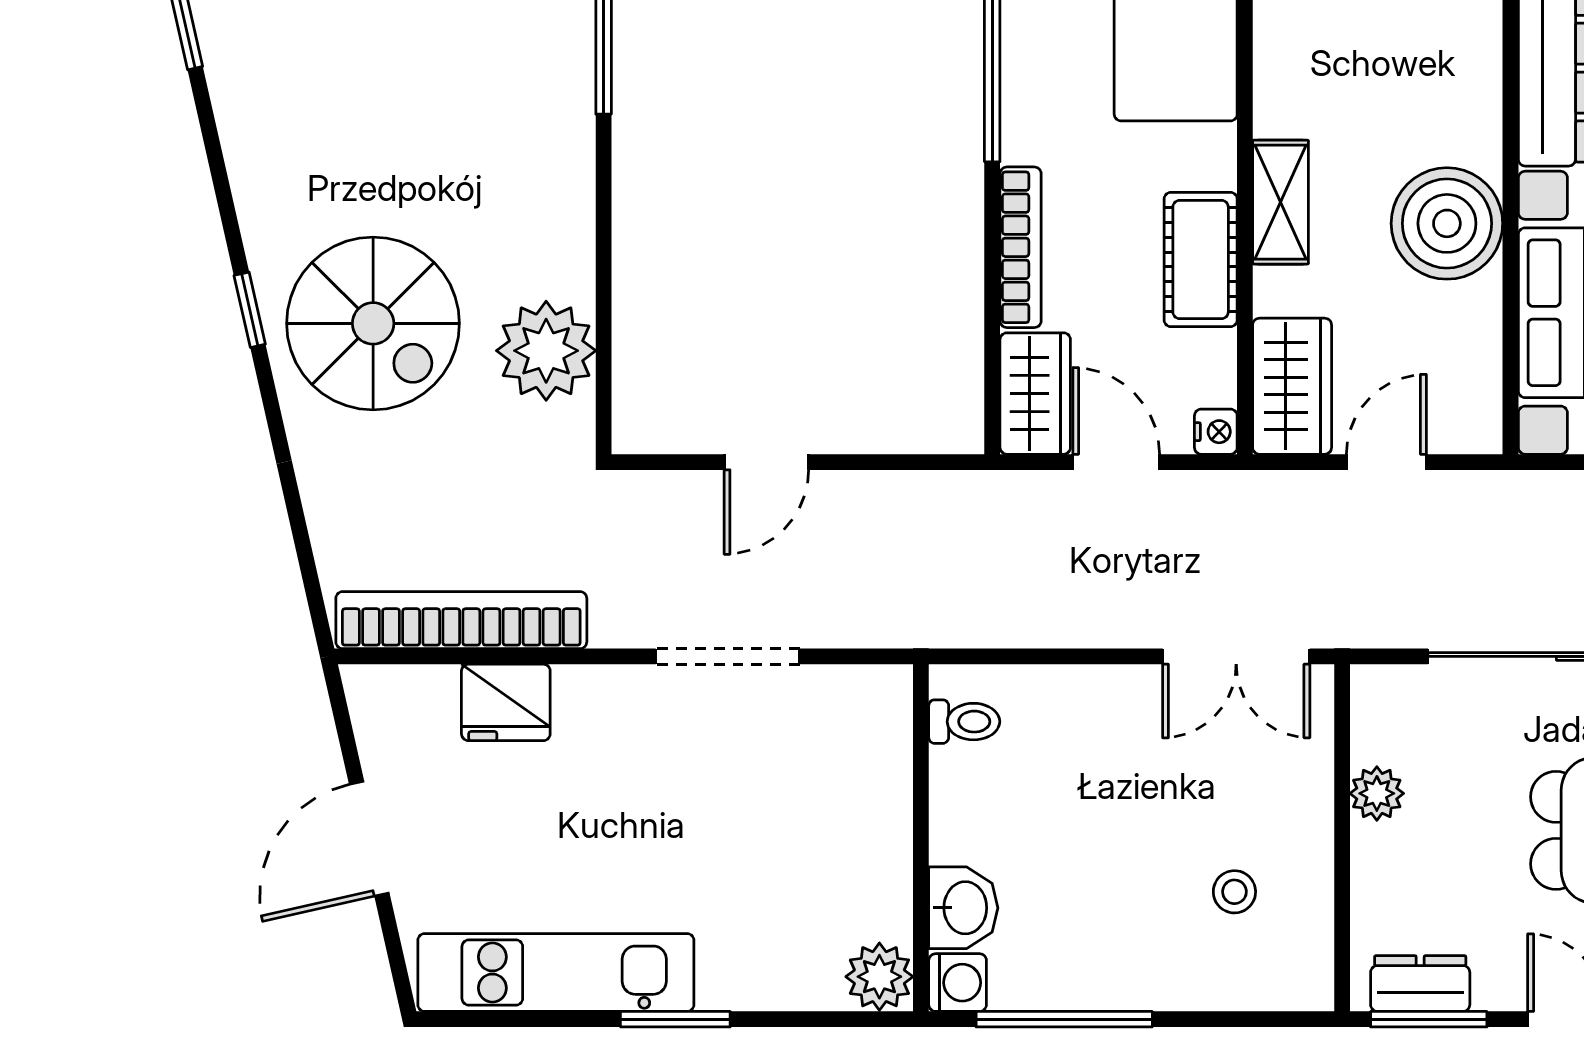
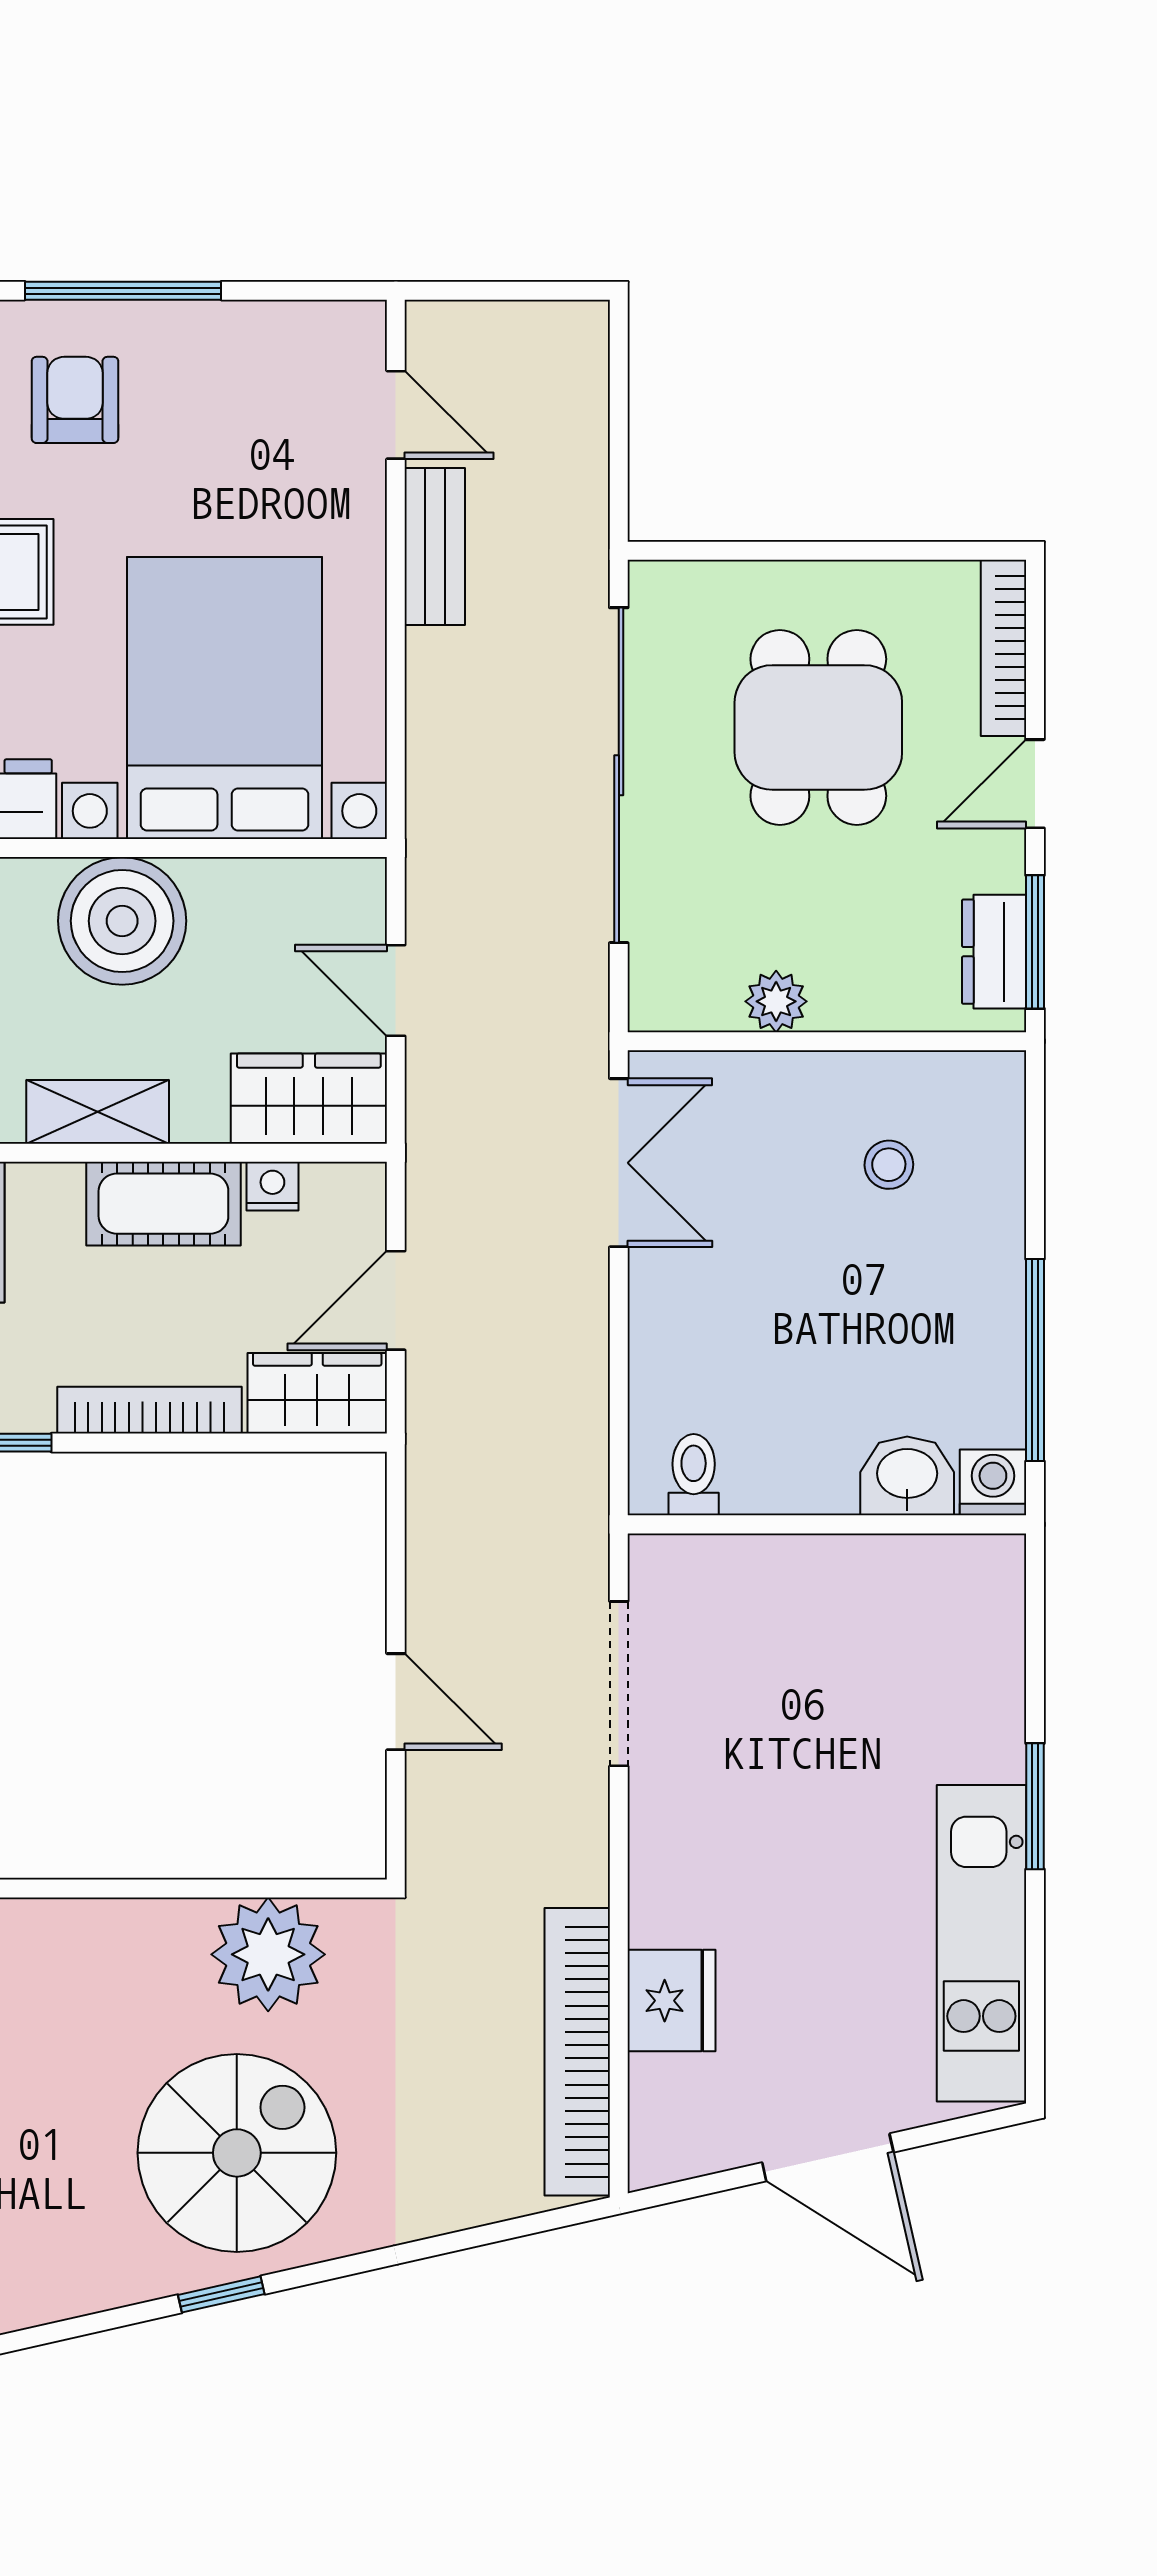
nightstand: (1216, 432) -> (272, 1186), moved
doorway: (728, 656) -> (619, 1684), moved
plant: (879, 977) -> (986, 1572), removed

